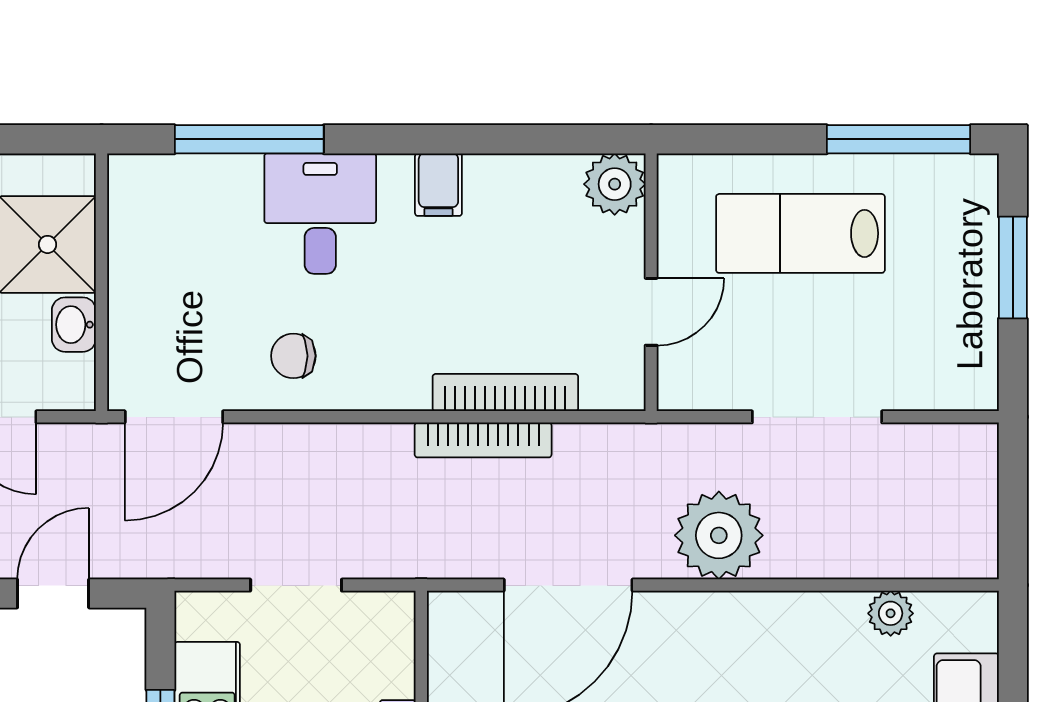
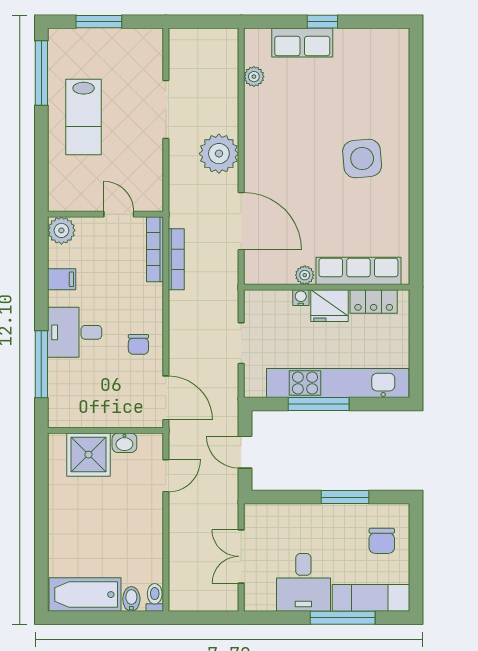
plant: (615, 184) -> (61, 230), moved
wall: (651, 282) -> (105, 214), moved
door: (651, 312) -> (119, 214), moved

